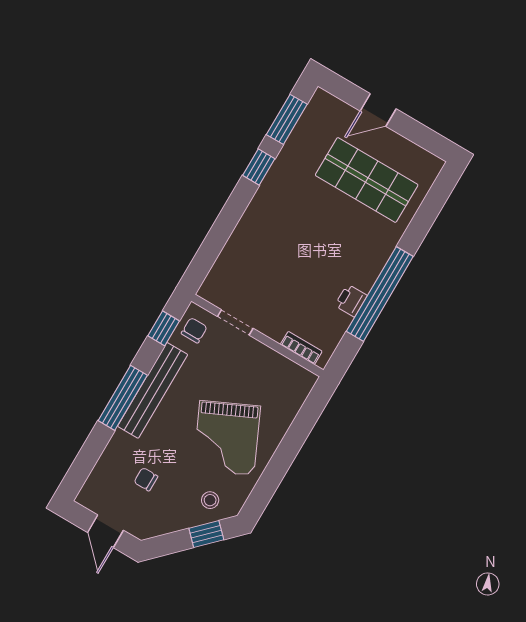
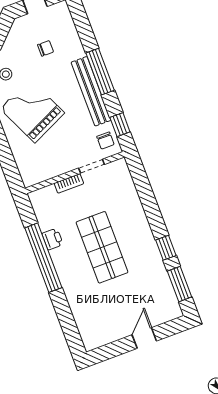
shop shelf: (367, 180) -> (102, 247), moved, turned 90
bookcase: (301, 348) -> (69, 183), moved

